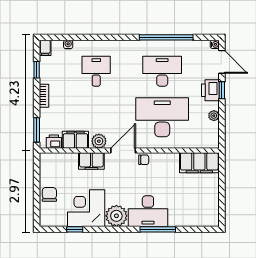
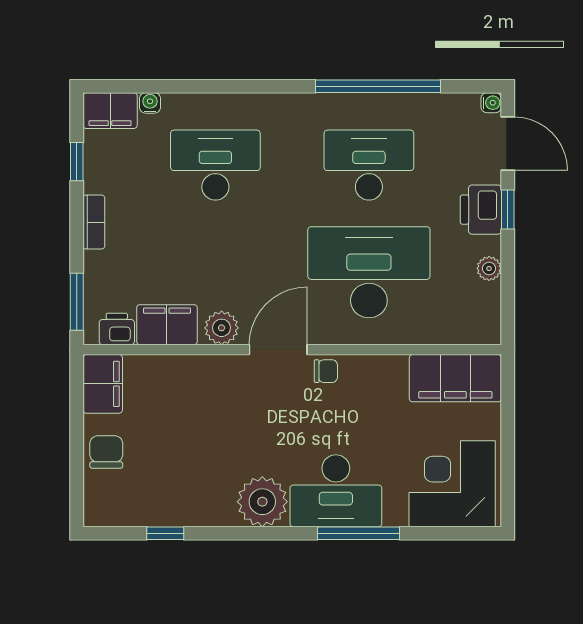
filing cabinet: (45, 48) -> (110, 111), width x2.00
desk: (96, 71) -> (215, 165), width x1.37
filing cabinet: (91, 161) -> (103, 384), moved, turned -90
corner desk: (86, 208) -> (452, 484), moved

